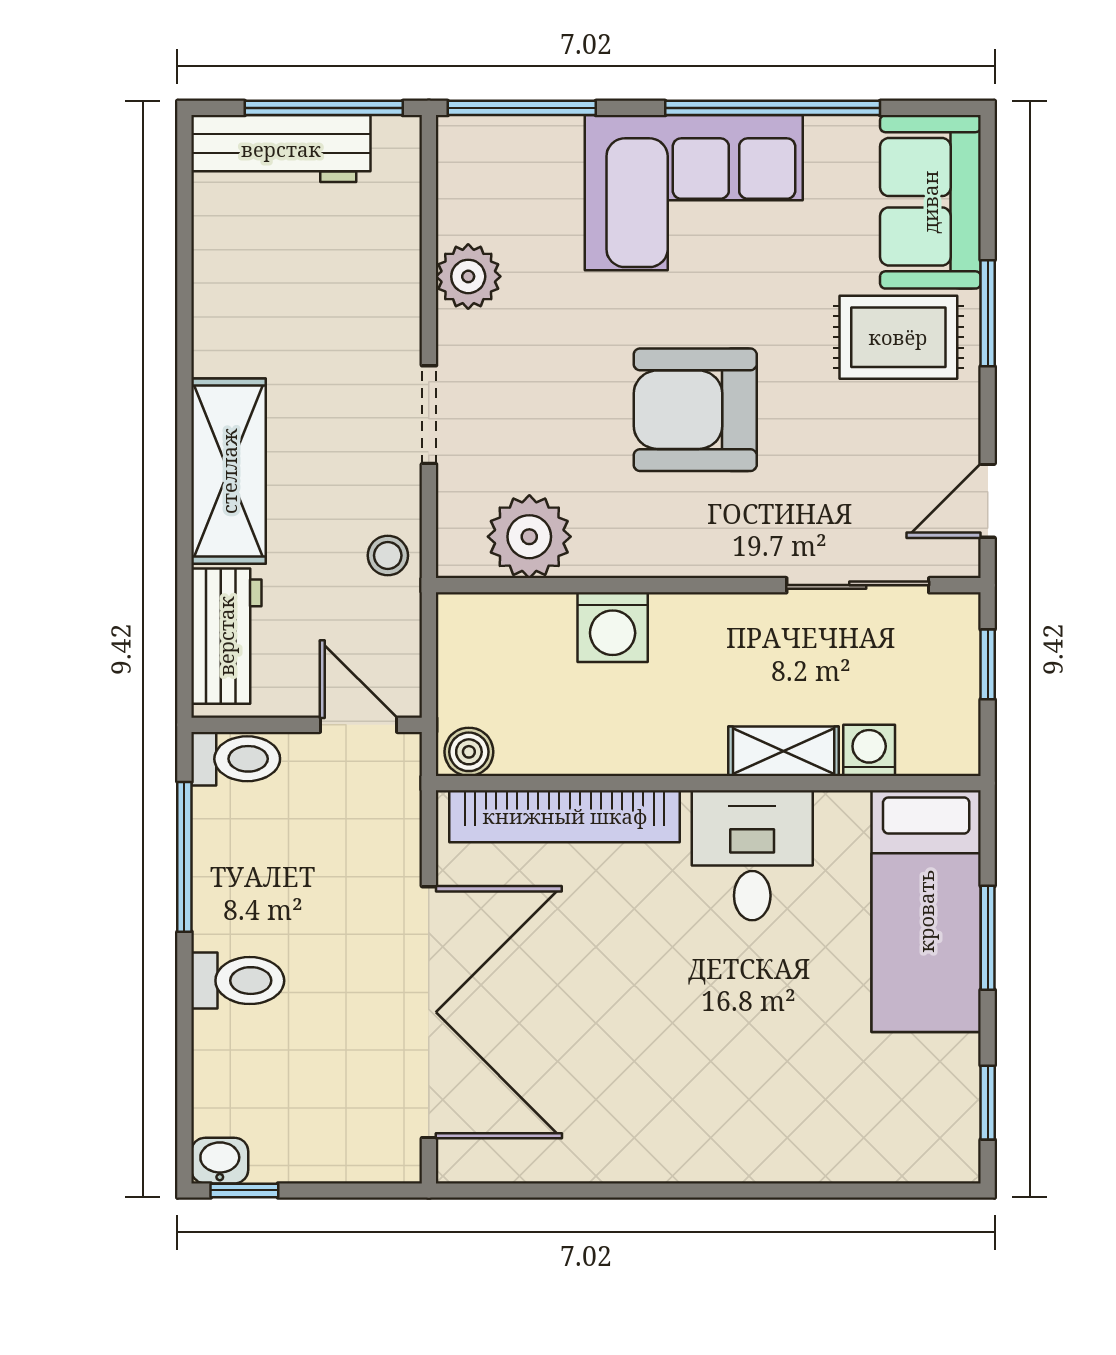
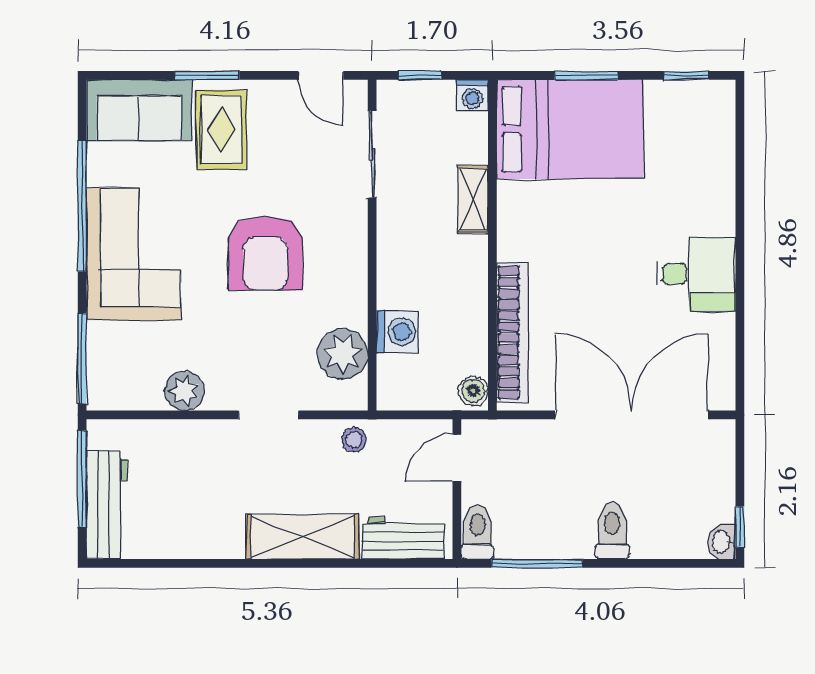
washing machine: (613, 627) -> (398, 332), moved
washing machine: (869, 750) -> (472, 95), moved, turned -90
desk: (752, 855) -> (696, 274), moved, turned 180
bed: (926, 911) -> (570, 129), width x1.50

